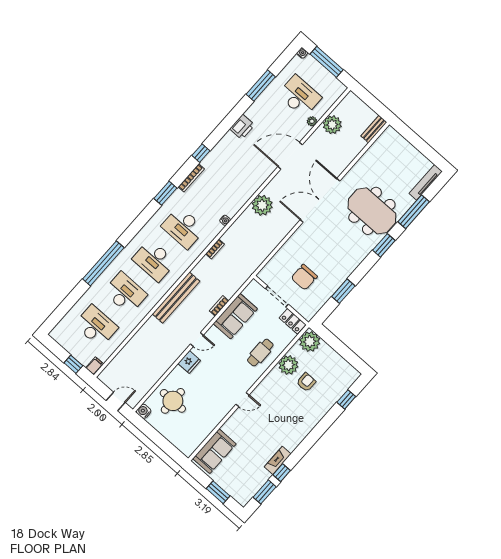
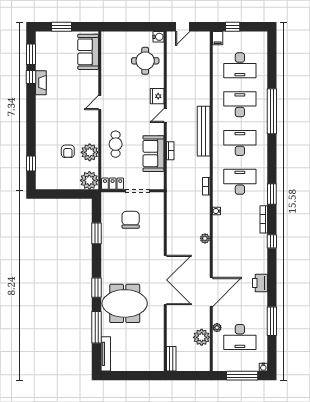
plant: (262, 205) -> (205, 238), width x0.53, depth x0.53
desk: (125, 293) -> (240, 104), turned 180

